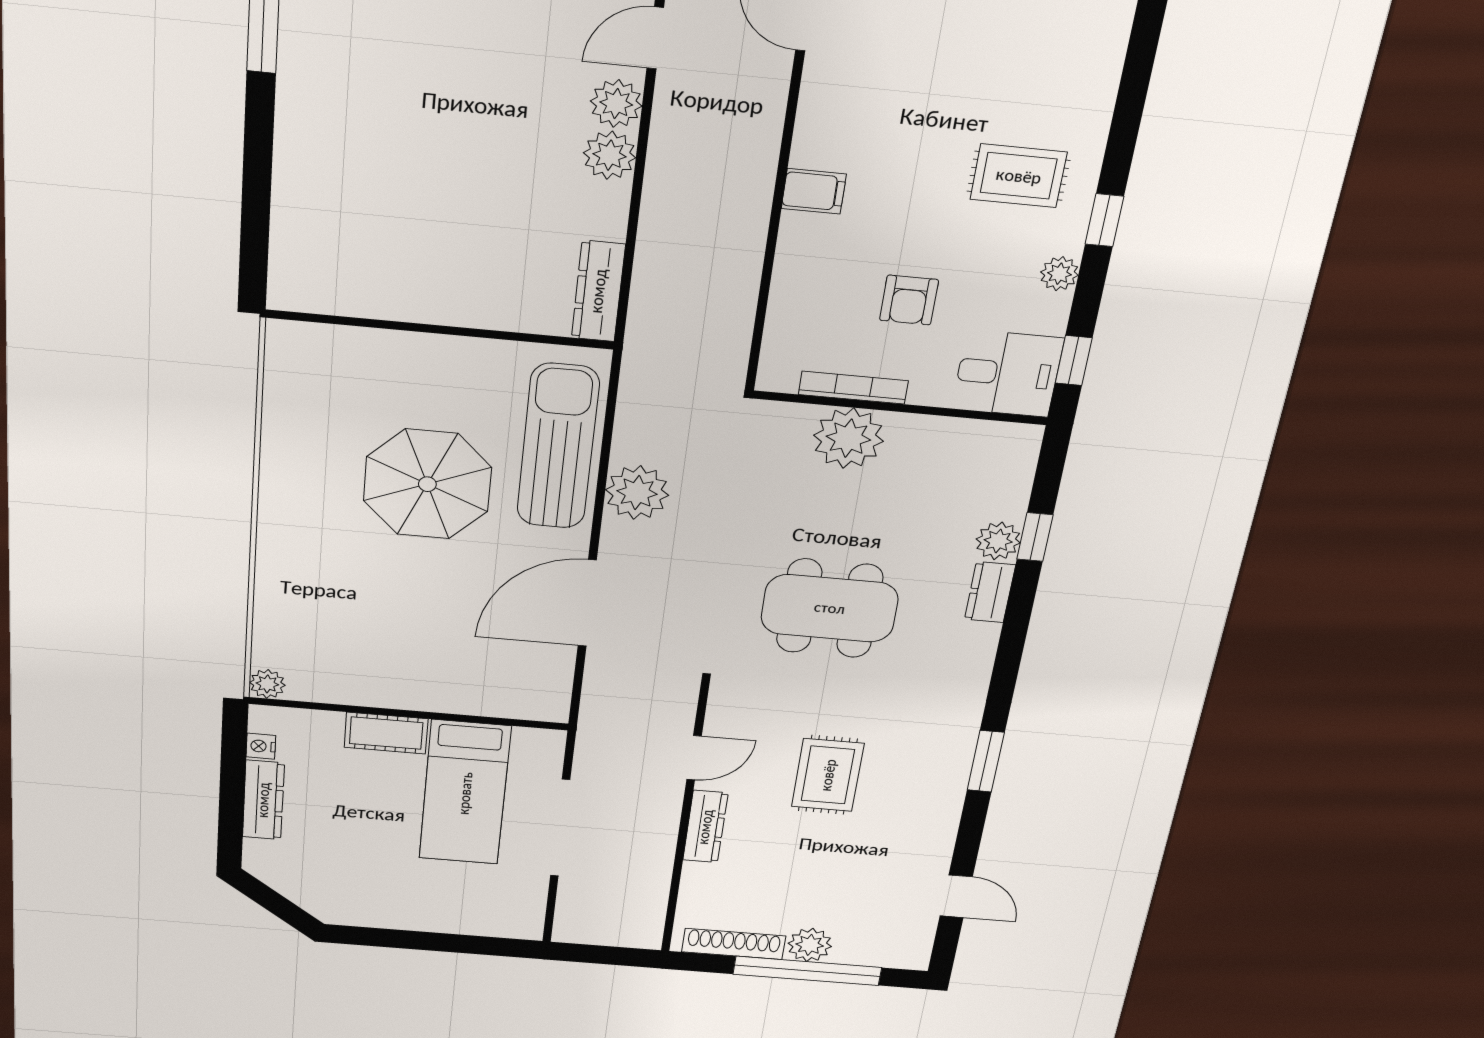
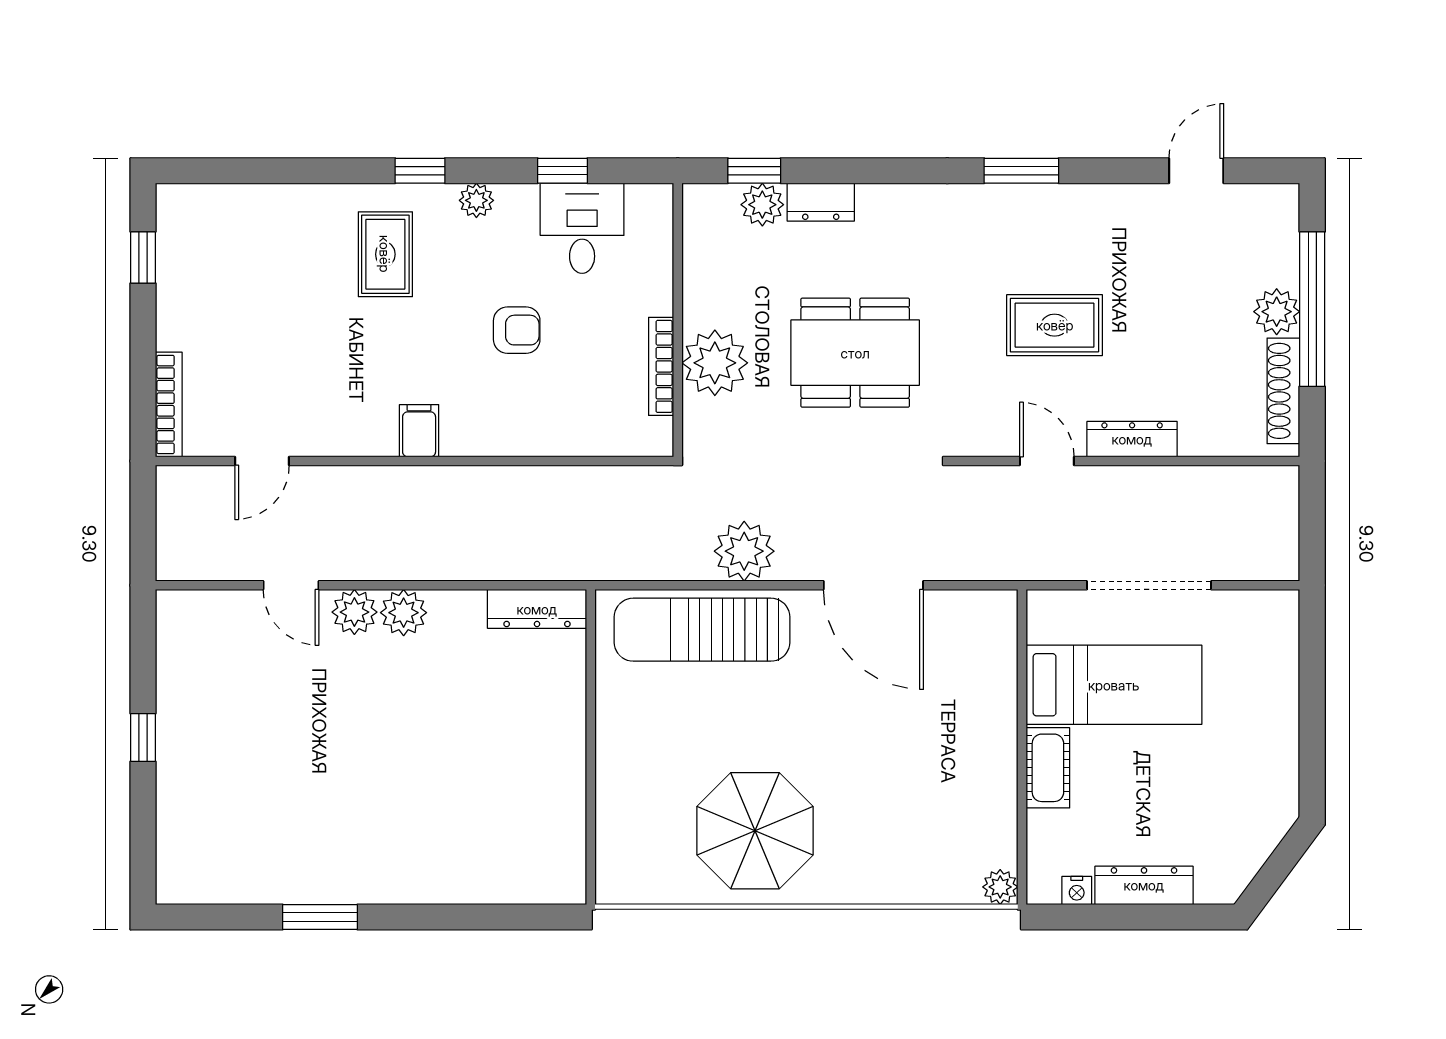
bookcase: (853, 388) -> (661, 366), moved
wall: (900, 408) -> (678, 320), moved
plant: (848, 438) -> (715, 363), moved
parasol: (427, 484) -> (755, 831), moved
dining table: (830, 608) -> (855, 353), turned 90

